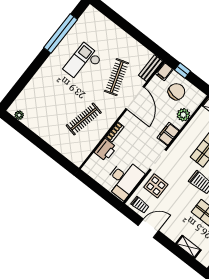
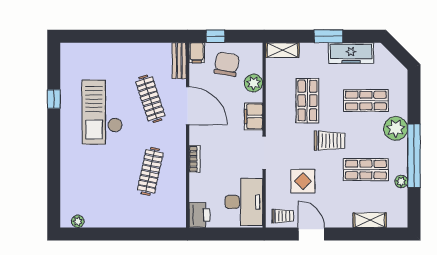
window: (61, 33) -> (54, 99), width x0.32
checkout: (83, 63) -> (102, 112), width x1.36, depth x1.21
printer: (105, 150) -> (199, 215), moved
display table: (156, 186) -> (303, 181), moved
door: (148, 228) -> (311, 234), hinge flipped

